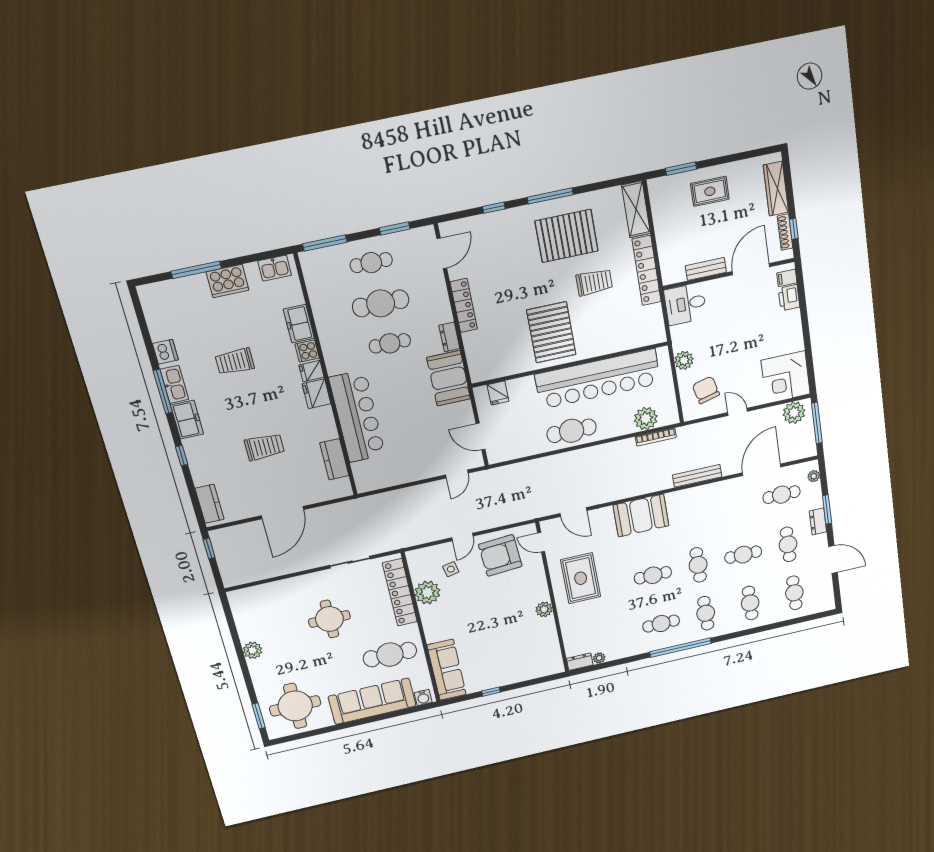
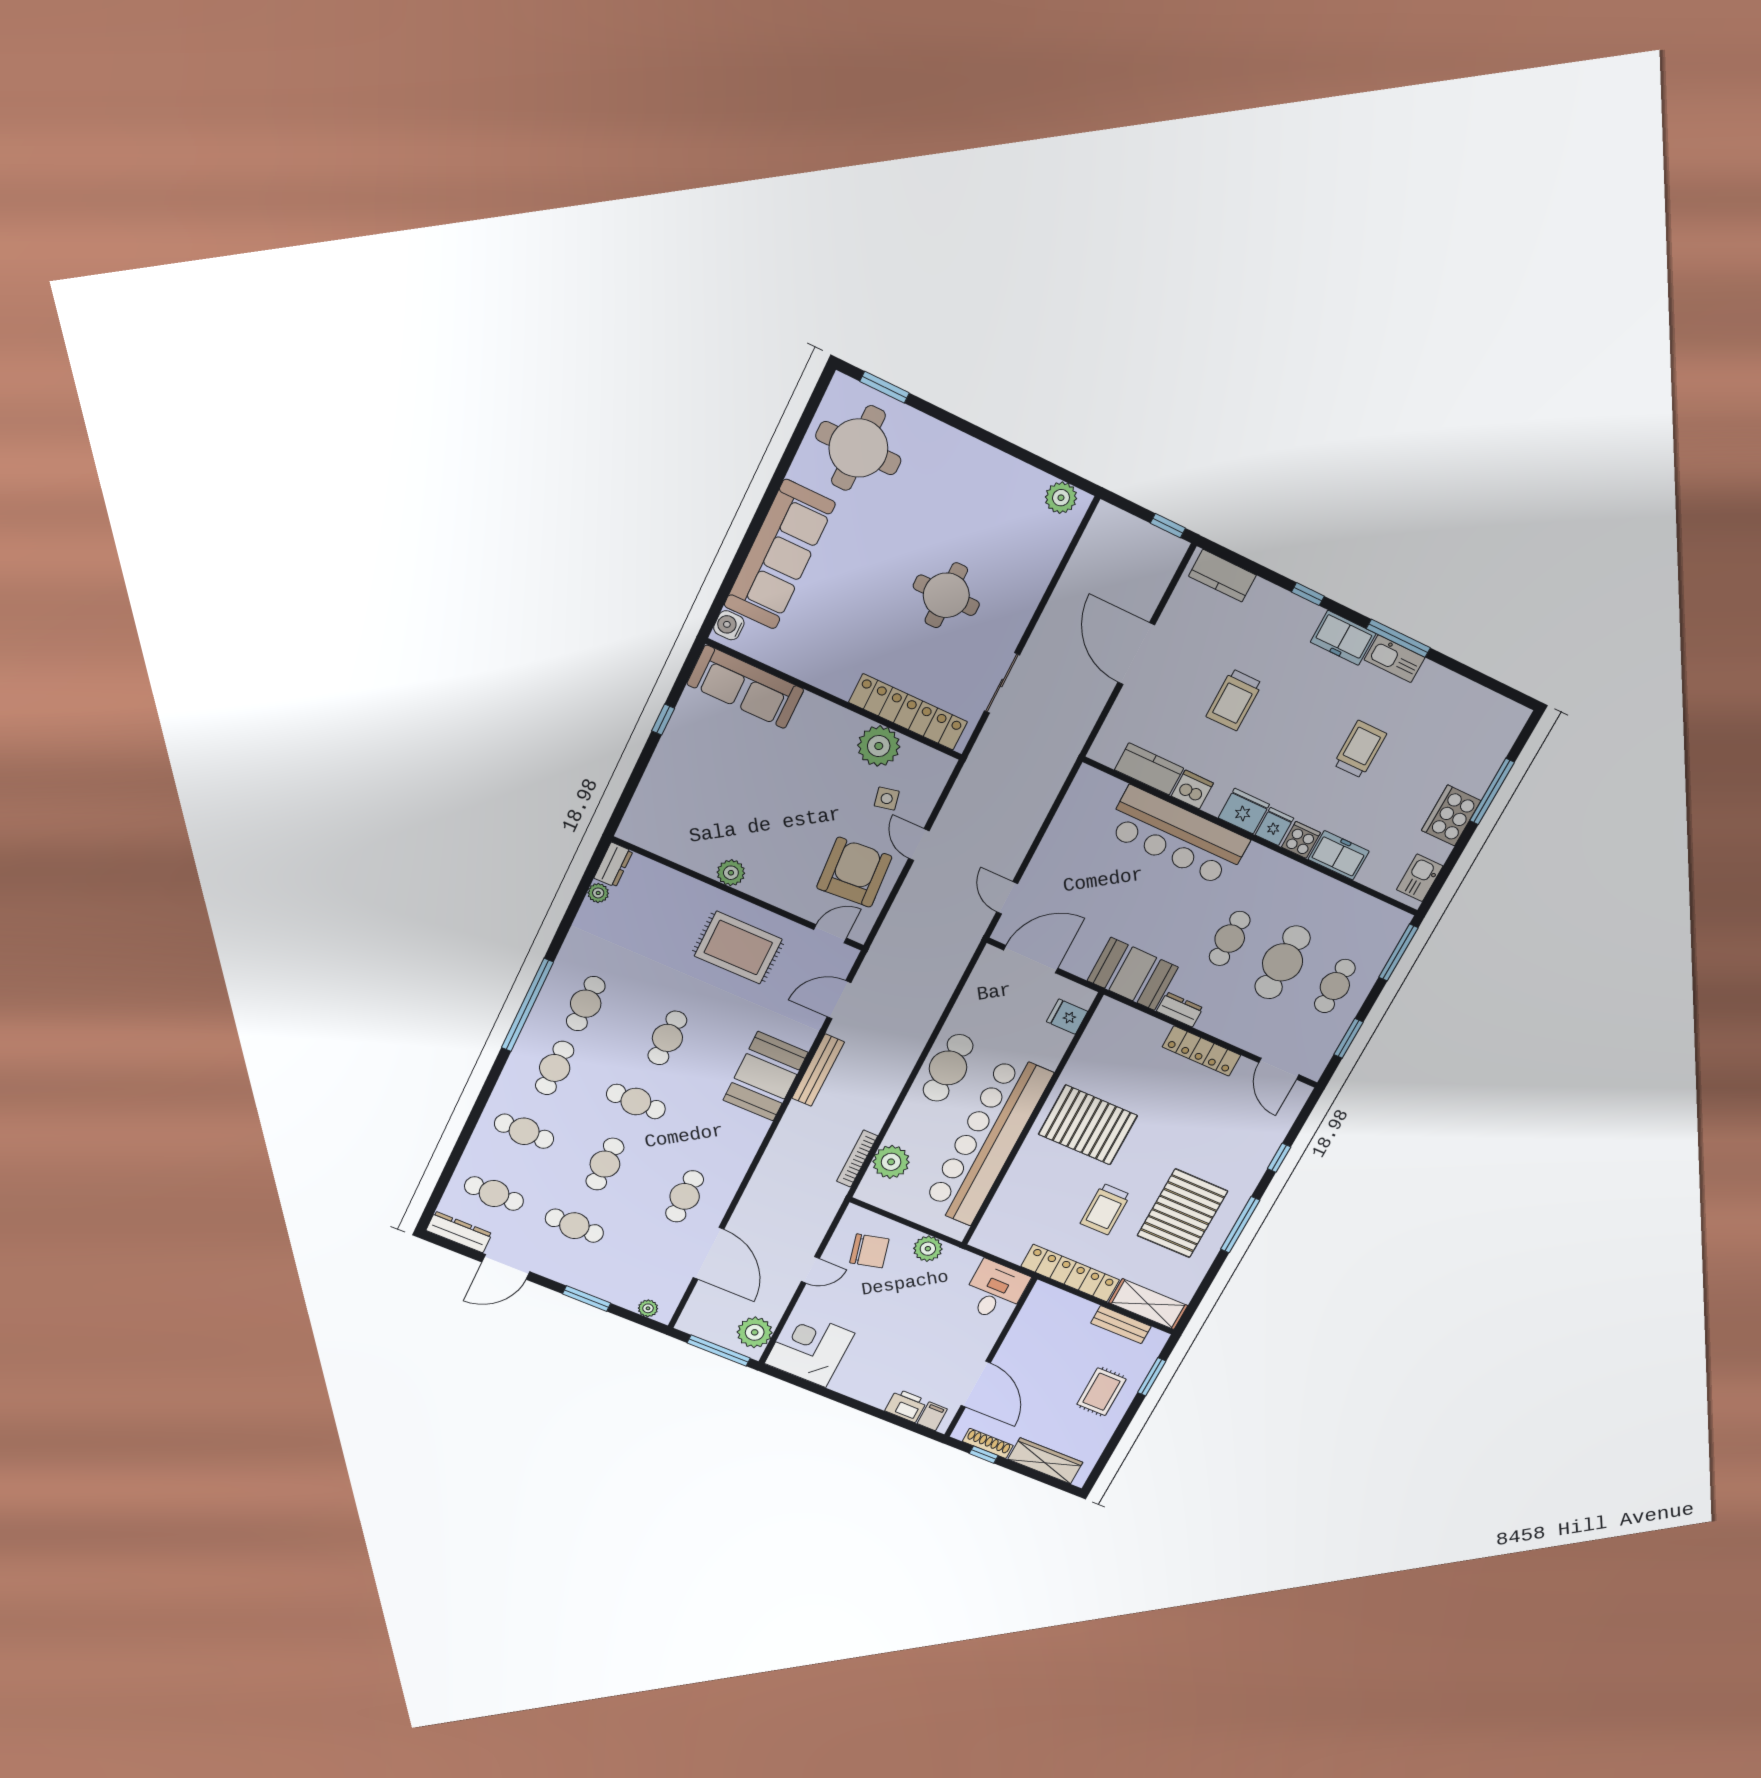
bench: (706, 269) -> (1121, 1325), moved, turned 90
dishwasher: (165, 352) -> (1192, 790), moved, turned 180
door: (481, 437) -> (1031, 959), width x1.36
bench: (697, 476) -> (818, 1070), moved
cafe table: (782, 495) -> (685, 1196), moved
dresser: (818, 521) -> (459, 1232), moved, width x1.44
cafe table: (706, 613) -> (555, 1068), turned 90
plant: (253, 650) -> (1061, 498), moved
cafe table: (390, 655) -> (830, 632), removed

